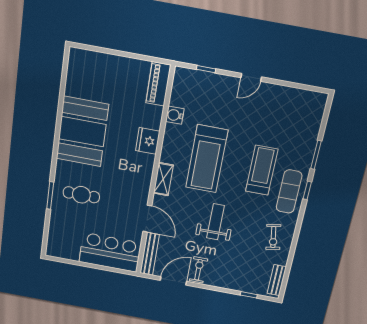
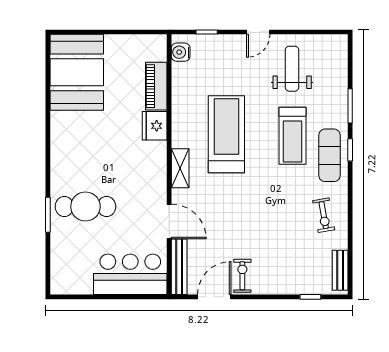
piano: (158, 84) -> (156, 86), moved
water cooler: (175, 115) -> (181, 52), moved
booth: (82, 132) -> (77, 72), moved
treadmill: (207, 159) -> (226, 134), turned 180
treadmill: (262, 170) -> (292, 136), turned 180
cafe table: (81, 195) -> (85, 207), width x1.37, depth x1.35
weight bench: (215, 222) -> (292, 69), moved

